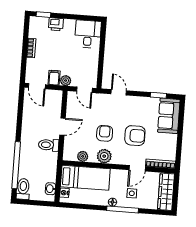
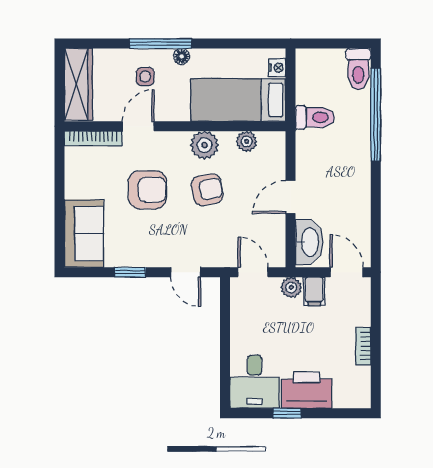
window: (43, 15) -> (287, 413), moved
printer: (56, 24) -> (307, 390), width x1.87, depth x1.48
window: (158, 95) -> (130, 272), moved
armchair: (105, 133) -> (207, 190), turned -101
armchair: (135, 136) -> (147, 190), turned 180
toilet: (49, 145) -> (315, 117), moved
washbasin: (50, 189) -> (309, 242), moved, width x1.91, depth x1.45

